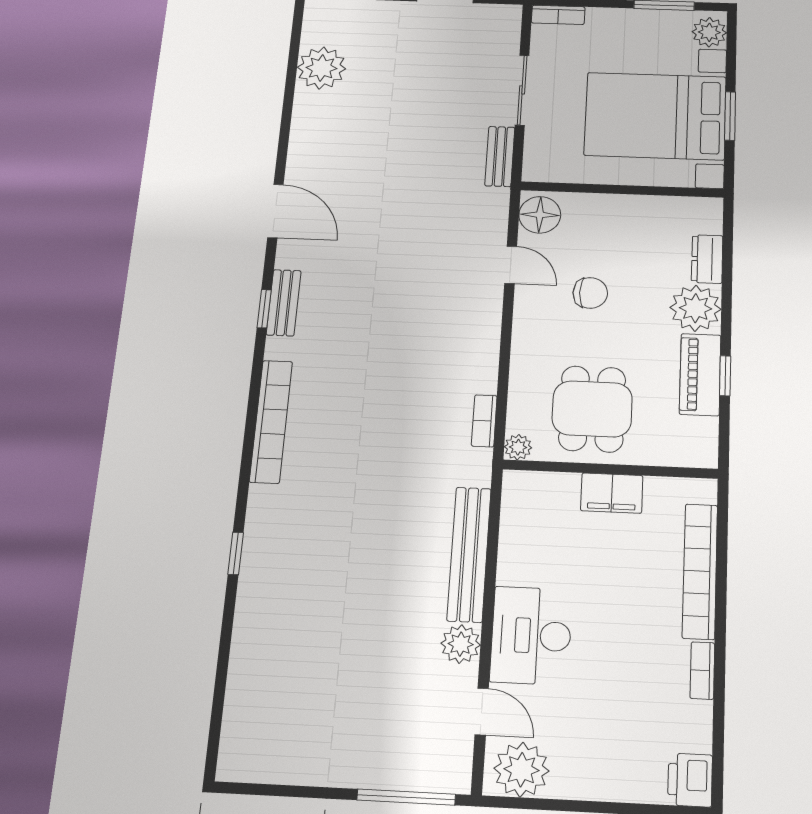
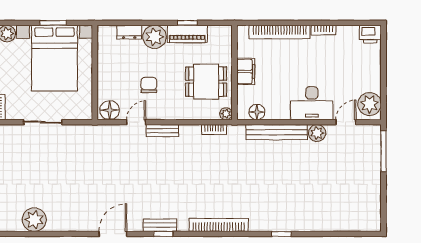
bench: (500, 156) -> (162, 131), moved
floor lamp: (518, 513) -> (257, 112), added

